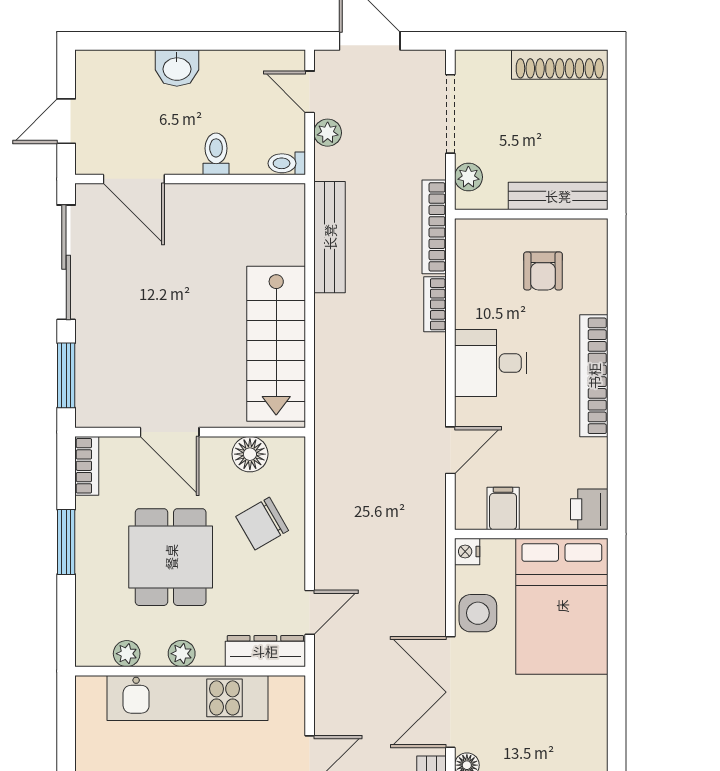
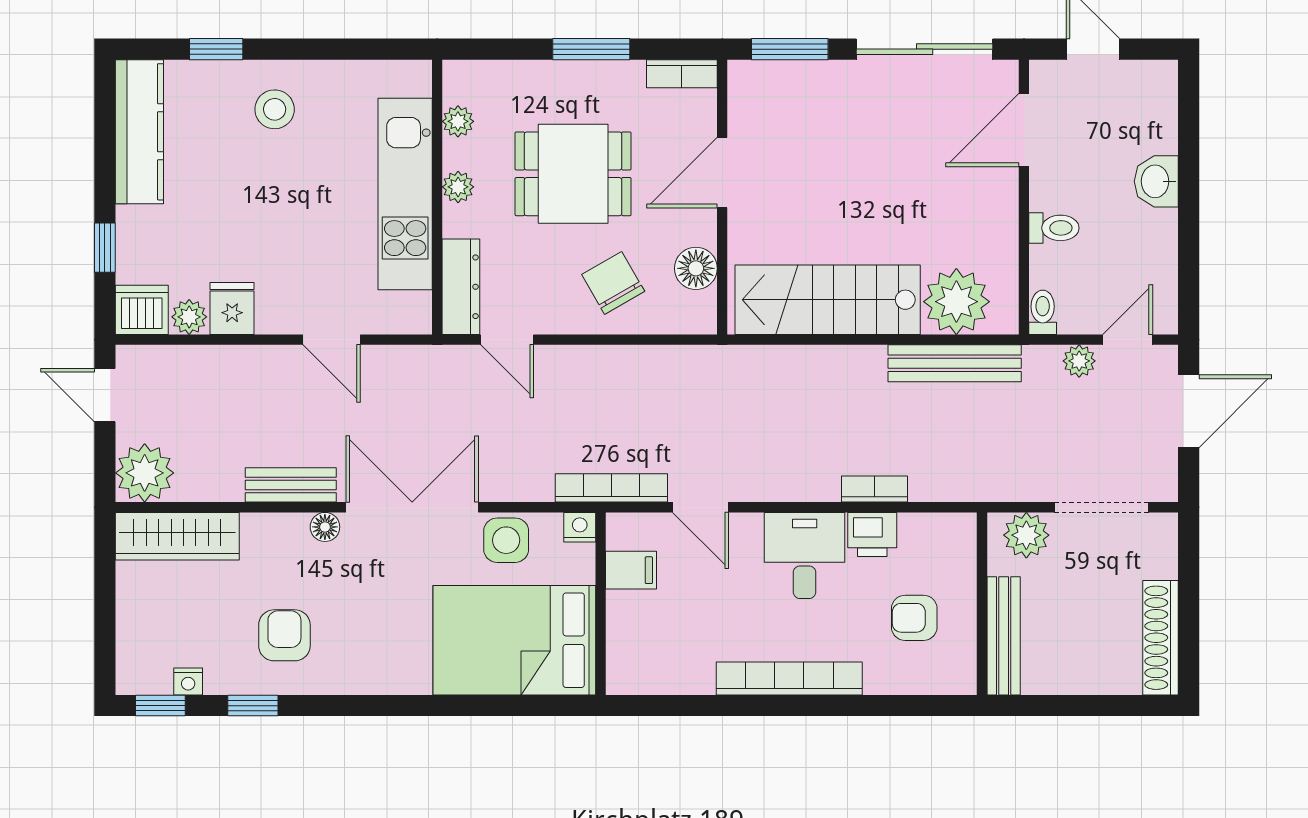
plant: (468, 177) -> (1026, 535), width x1.38, depth x1.38
bookcase: (434, 227) -> (611, 488), moved
plant: (278, 236) -> (956, 302), added
printer: (589, 509) -> (872, 535), moved, turned 180

